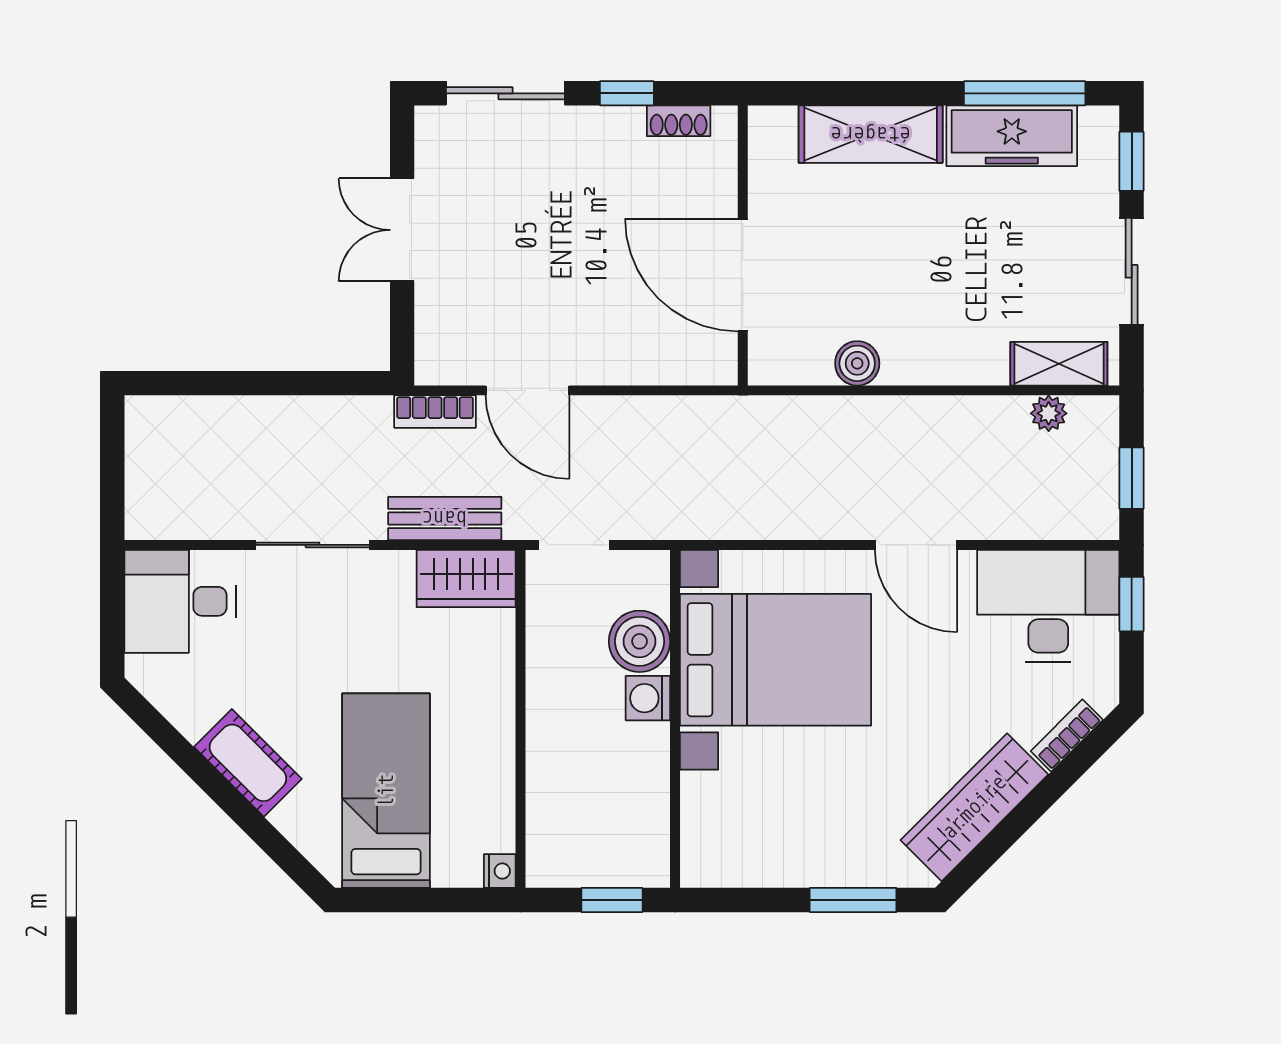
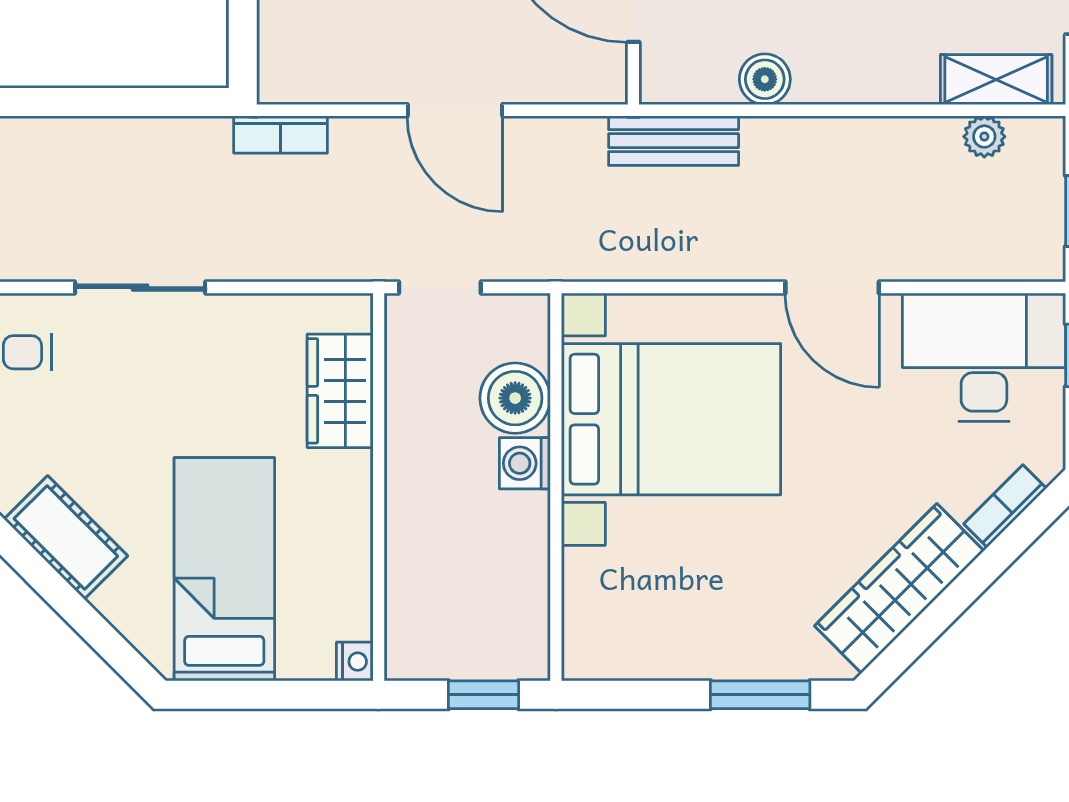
door: (528, 390) -> (455, 110), moved
bench: (445, 518) -> (674, 141), moved
wardrobe: (466, 578) -> (340, 391), moved, turned 90

